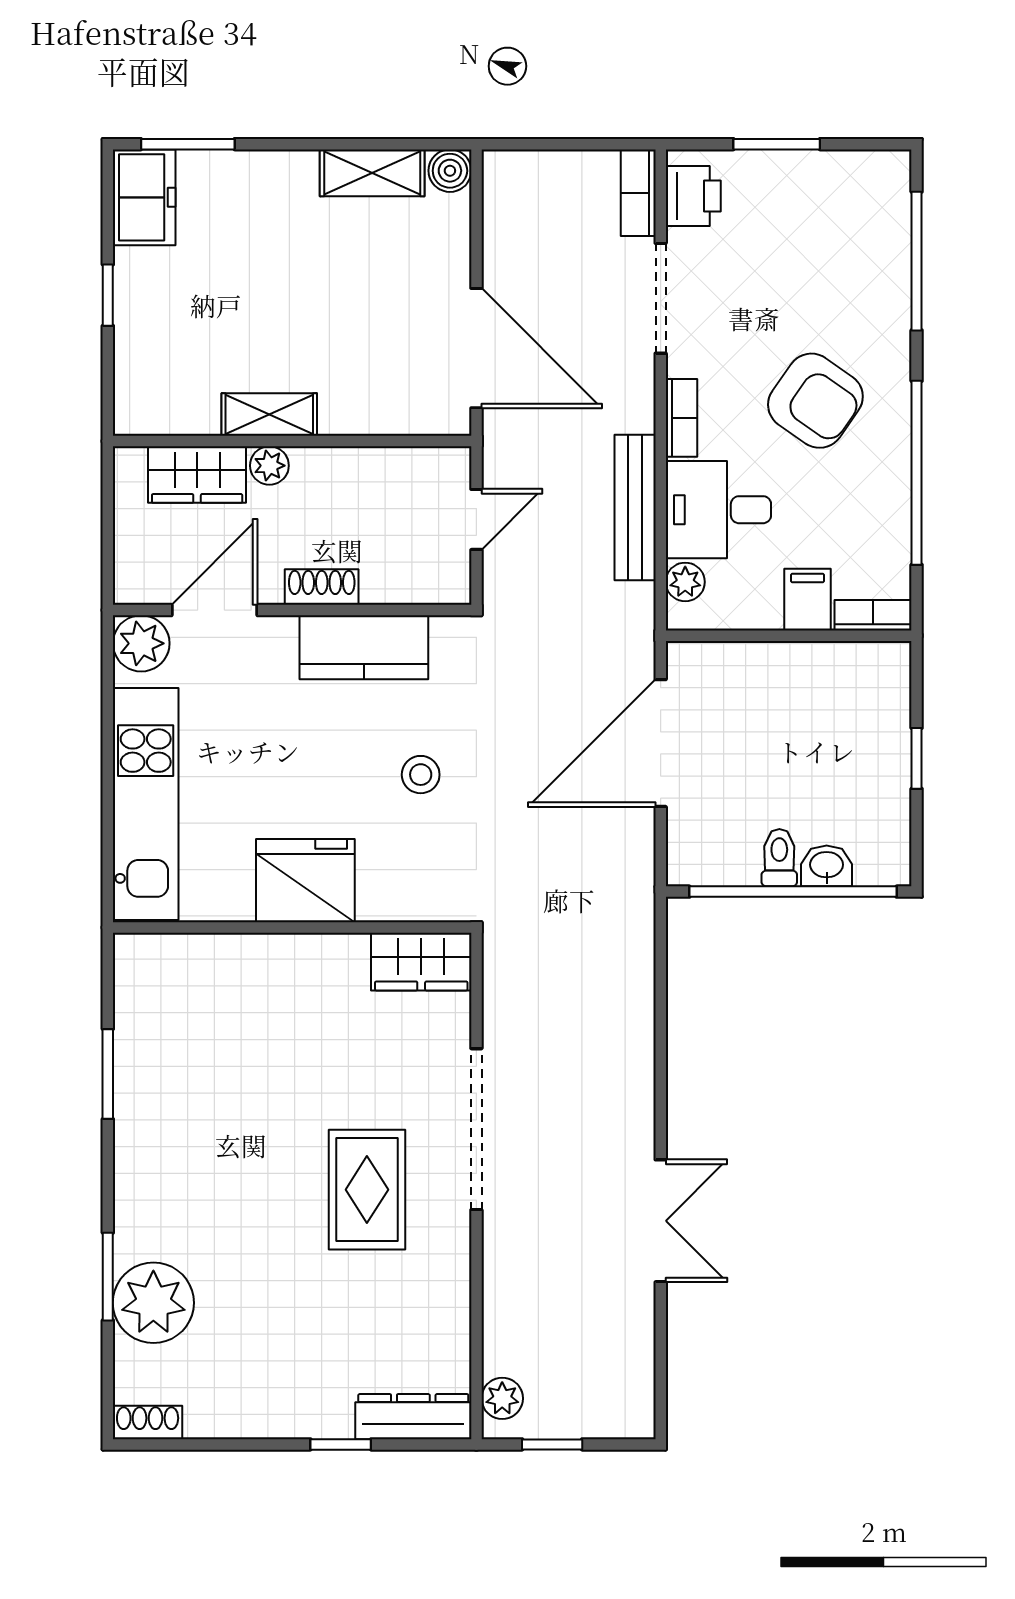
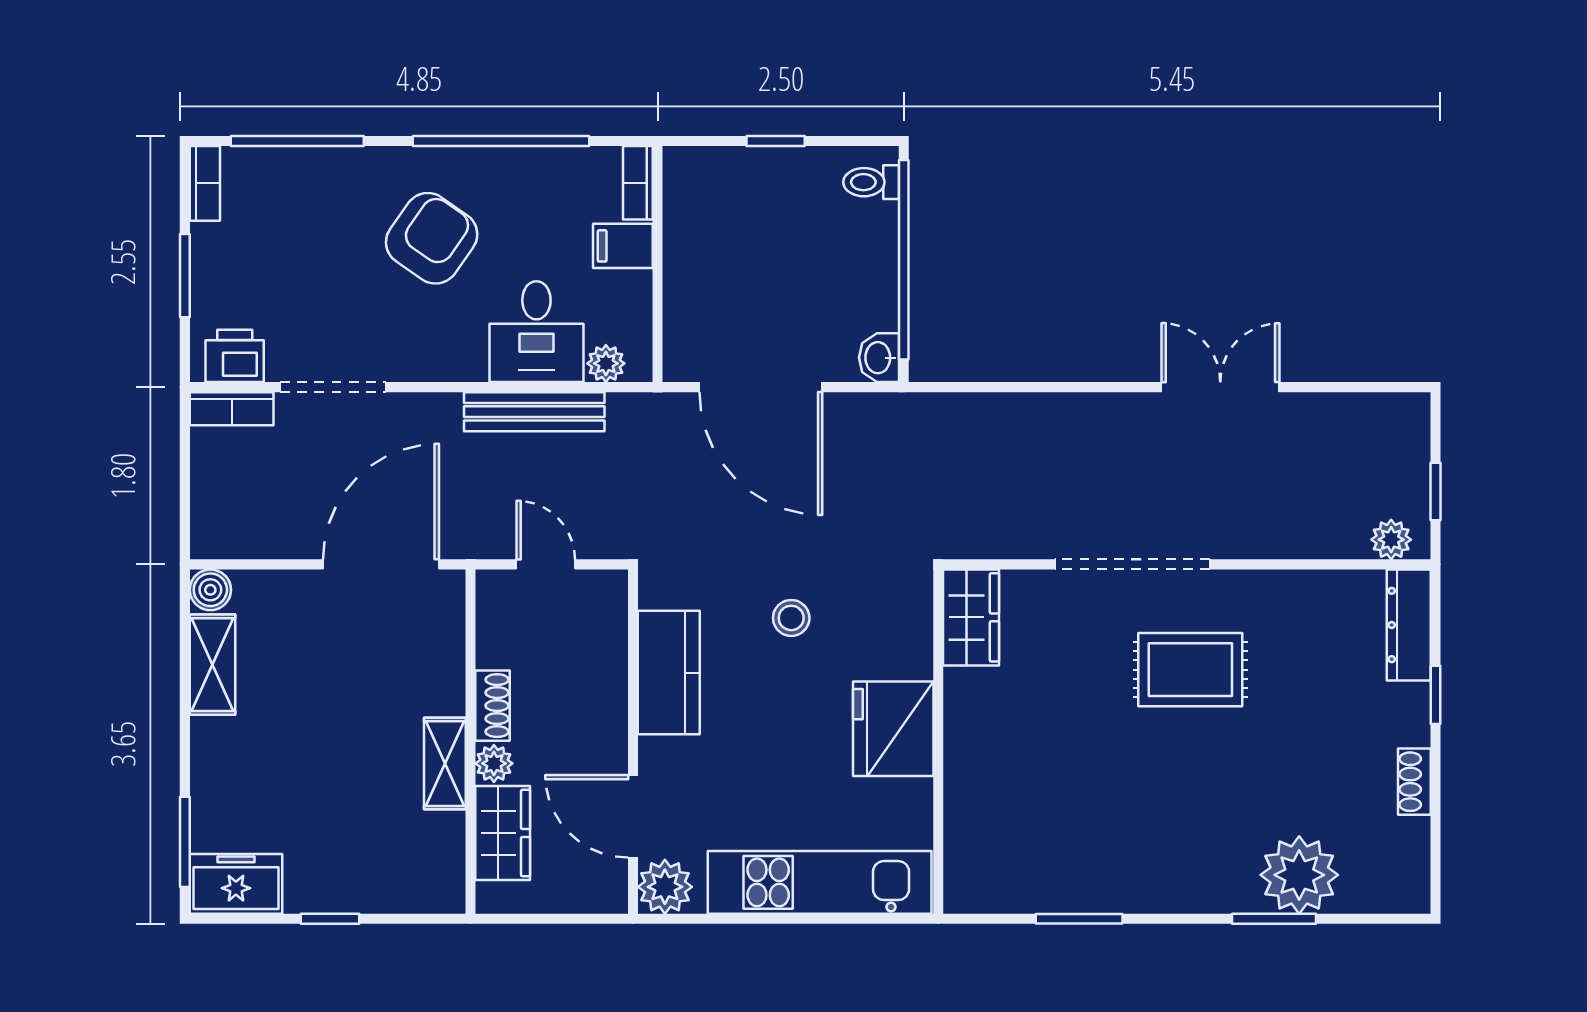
bookcase: (681, 418) -> (205, 183), moved, turned 90
shoe rack: (322, 587) -> (493, 706), moved, turned 180
toilet: (779, 858) -> (871, 182), moved
washbasin: (827, 866) -> (879, 358), moved
shoe rack: (148, 1422) -> (1414, 782), moved

